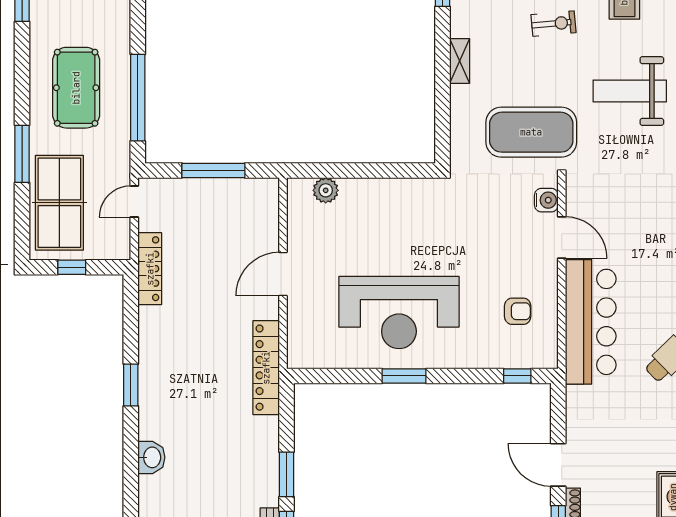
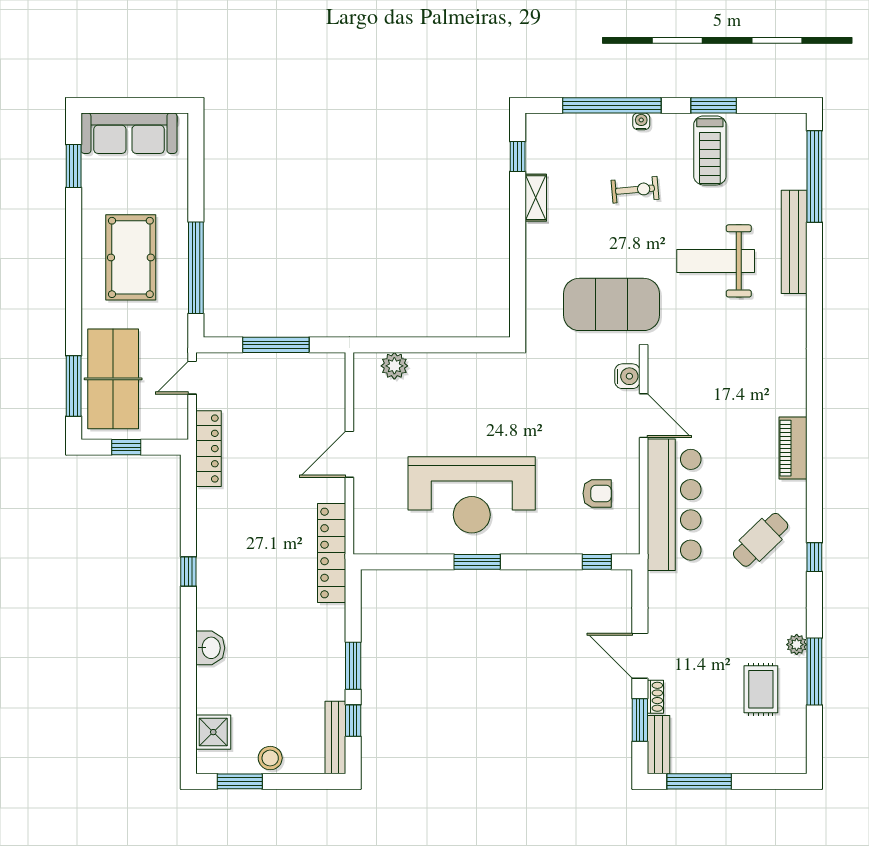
shelving: (460, 61) -> (536, 198), moved
window: (22, 154) -> (74, 386), moved
window: (131, 385) -> (188, 571), width x0.67

